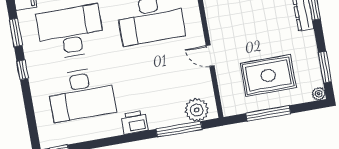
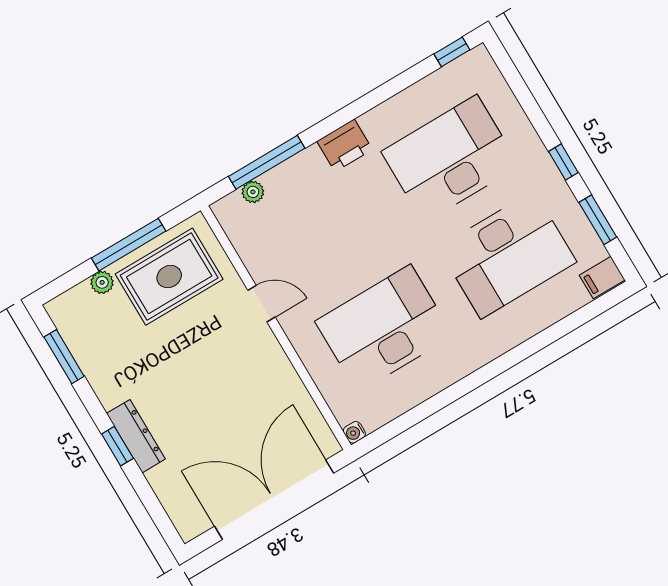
rug: (268, 75) -> (169, 277), moved
plant: (319, 94) -> (102, 282), moved
plant: (197, 110) -> (253, 192), width x0.53, depth x0.53

